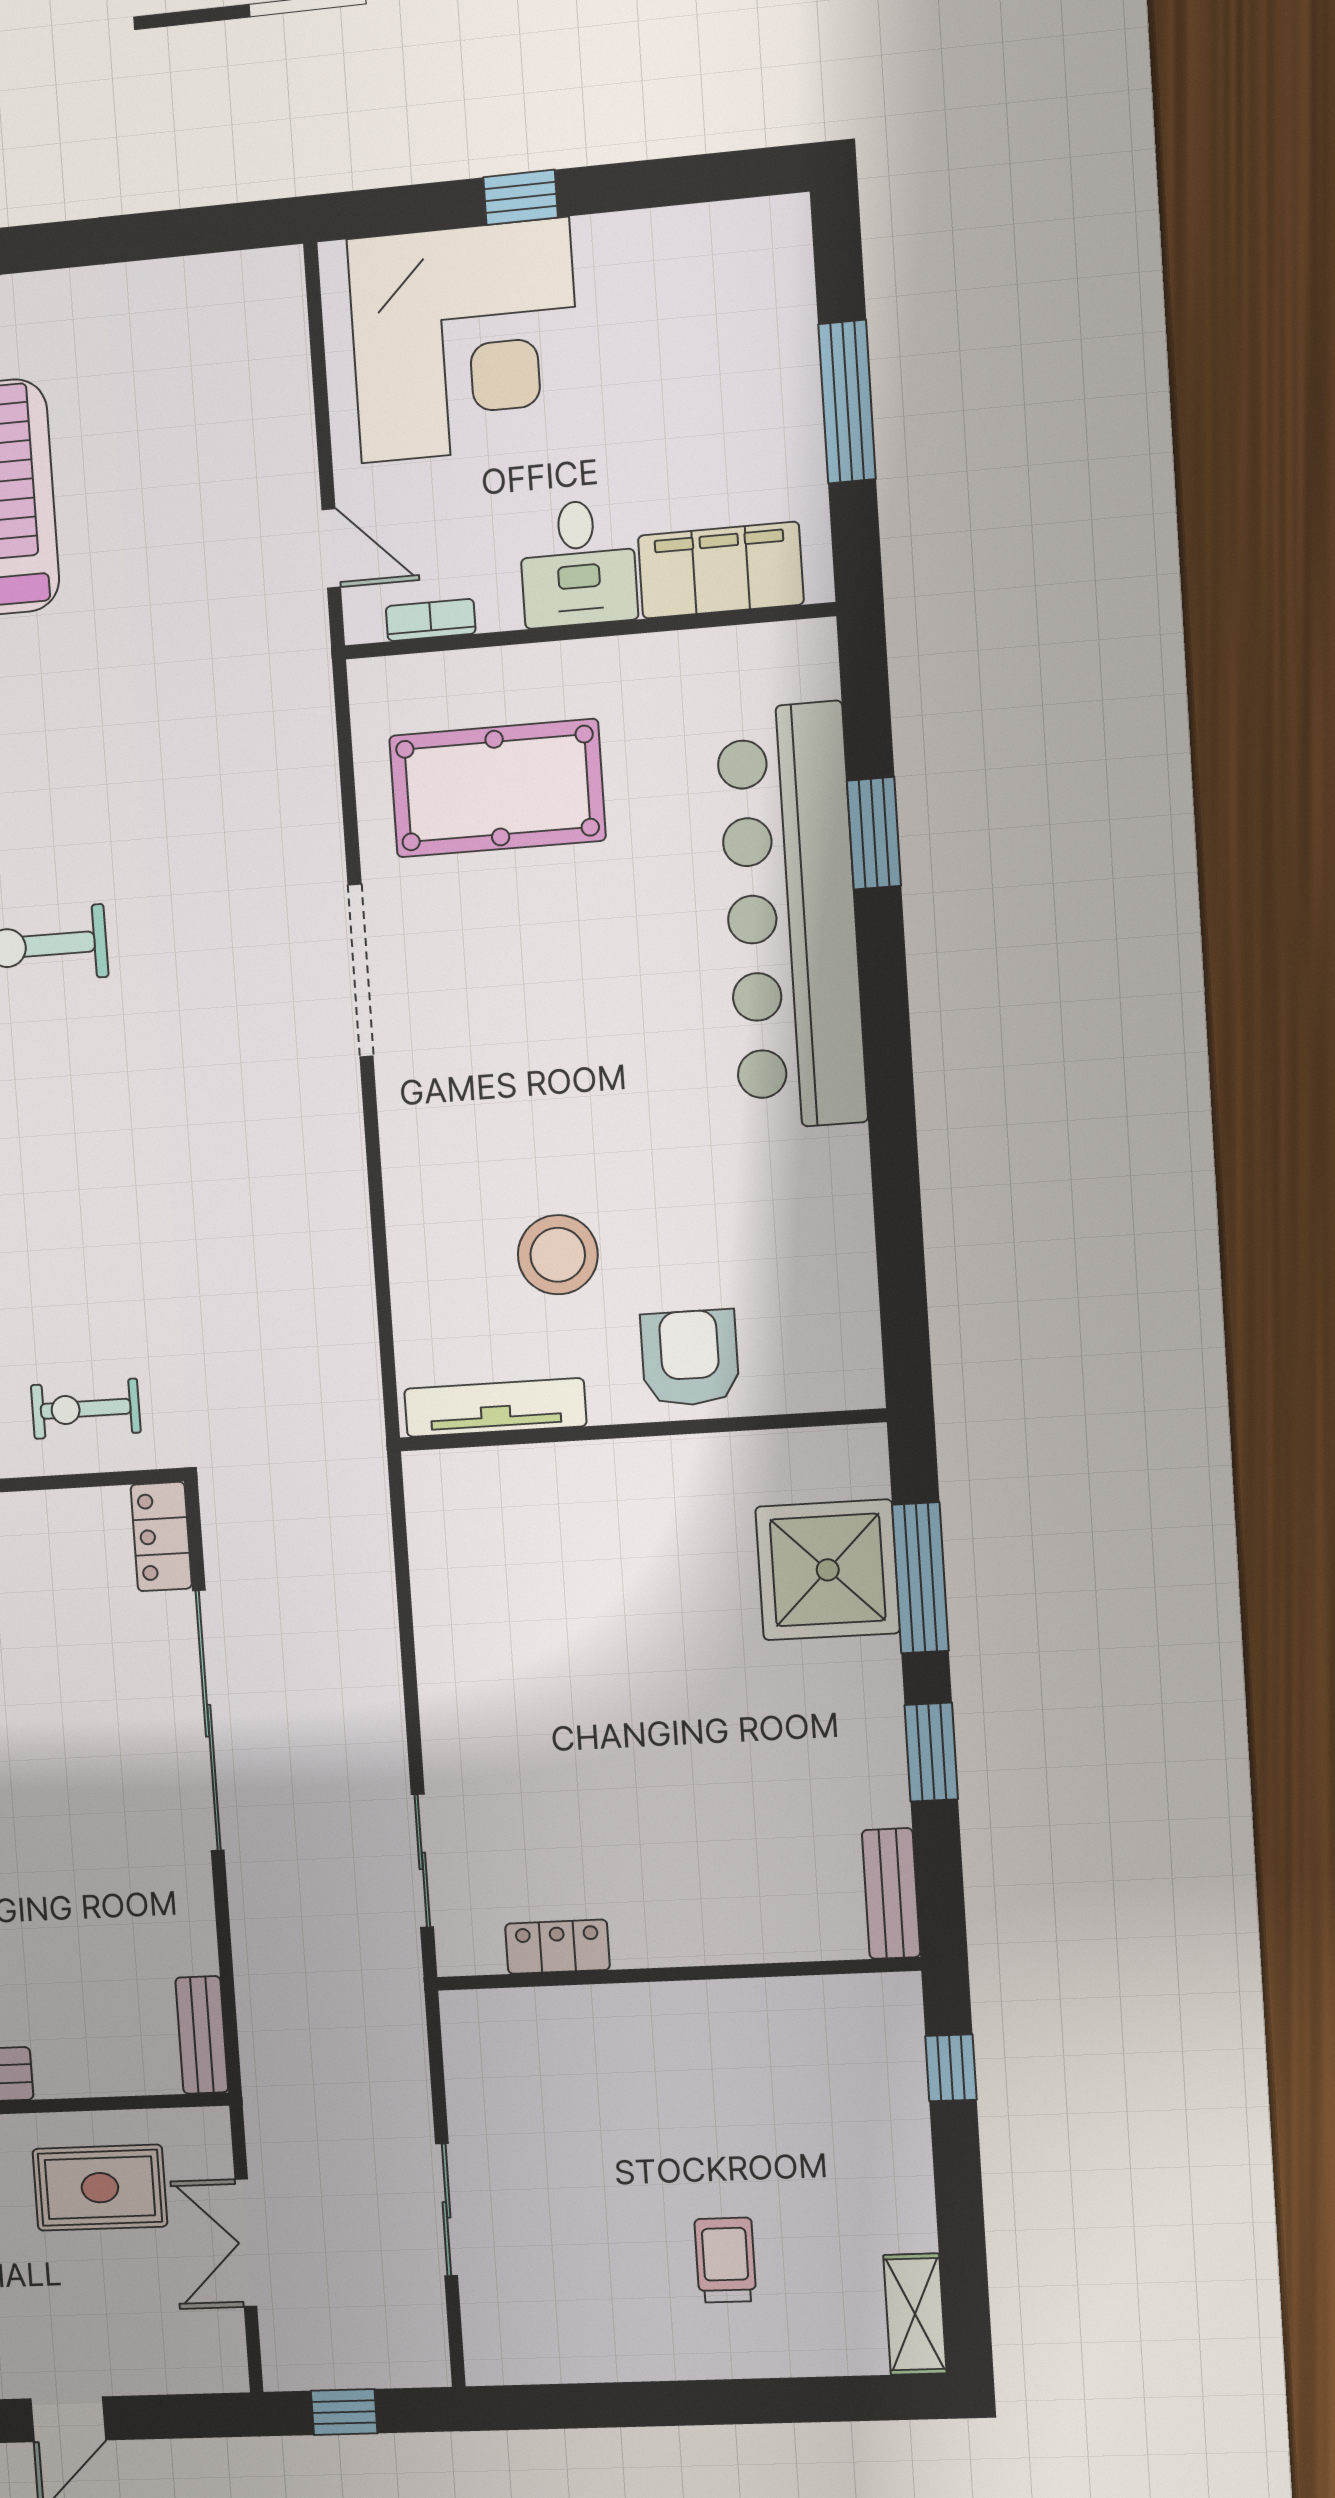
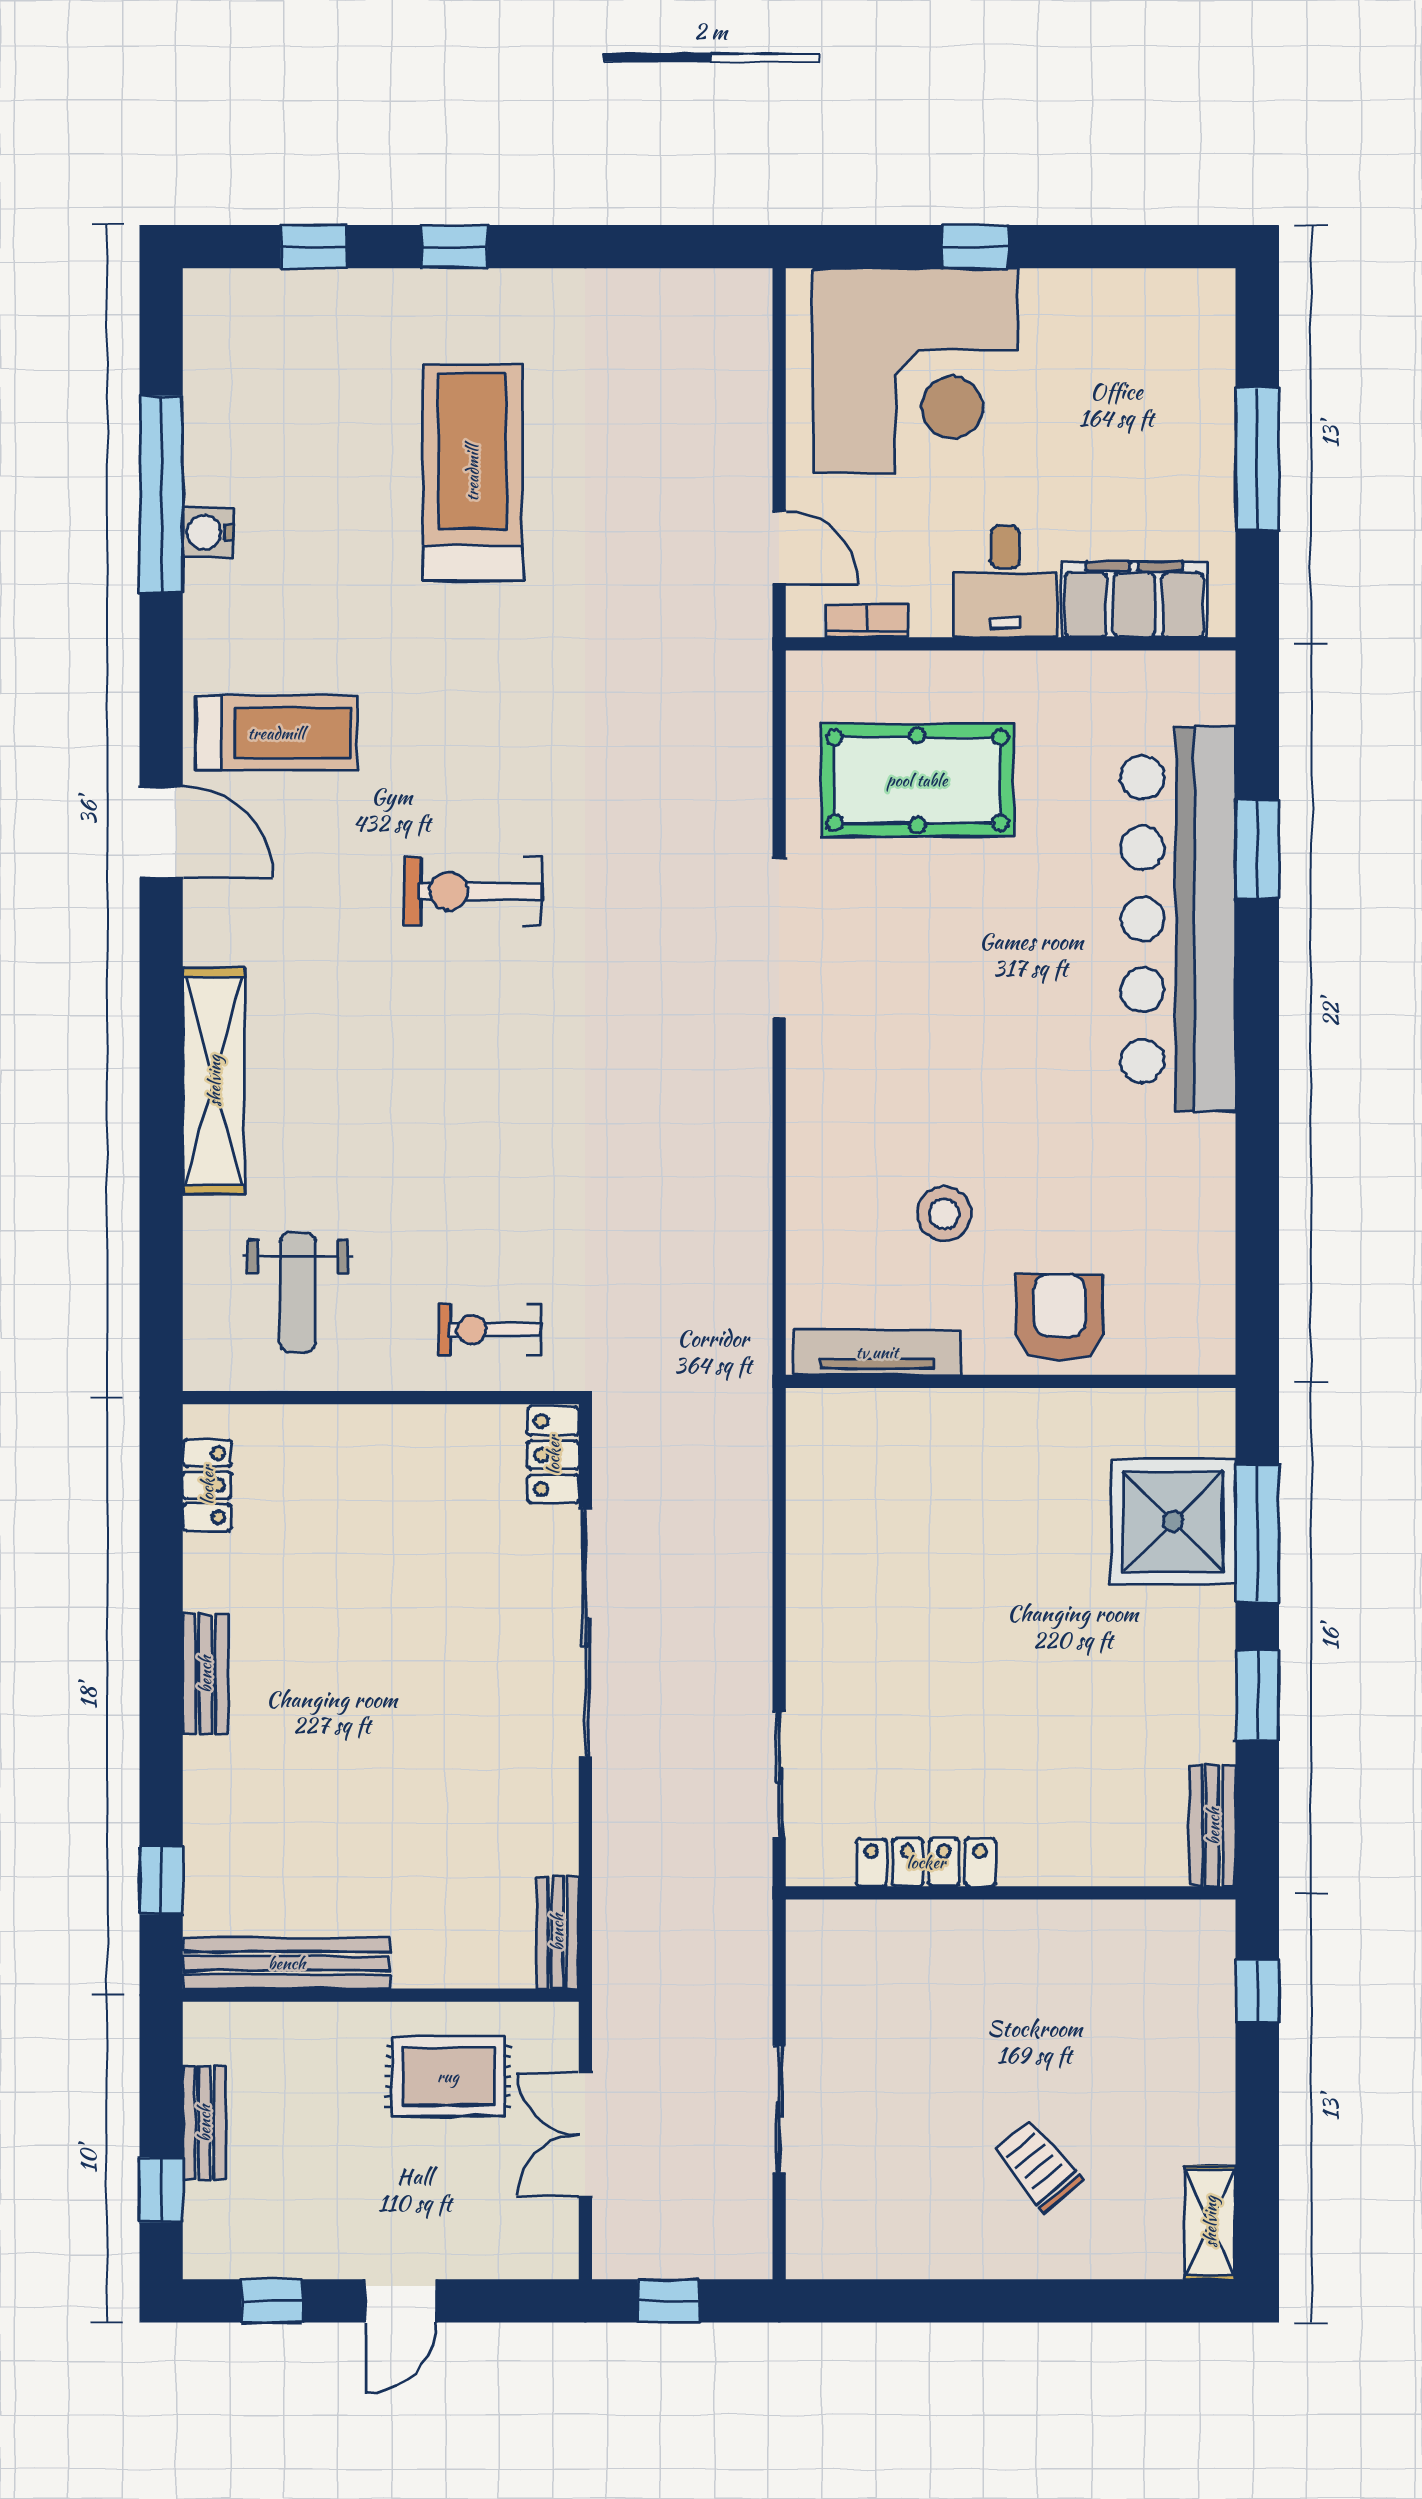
stool: (558, 1255) -> (944, 1214), width x0.73, depth x0.73
locker: (557, 1947) -> (926, 1862), width x1.53
trolley: (725, 2260) -> (1038, 2166), turned -40

